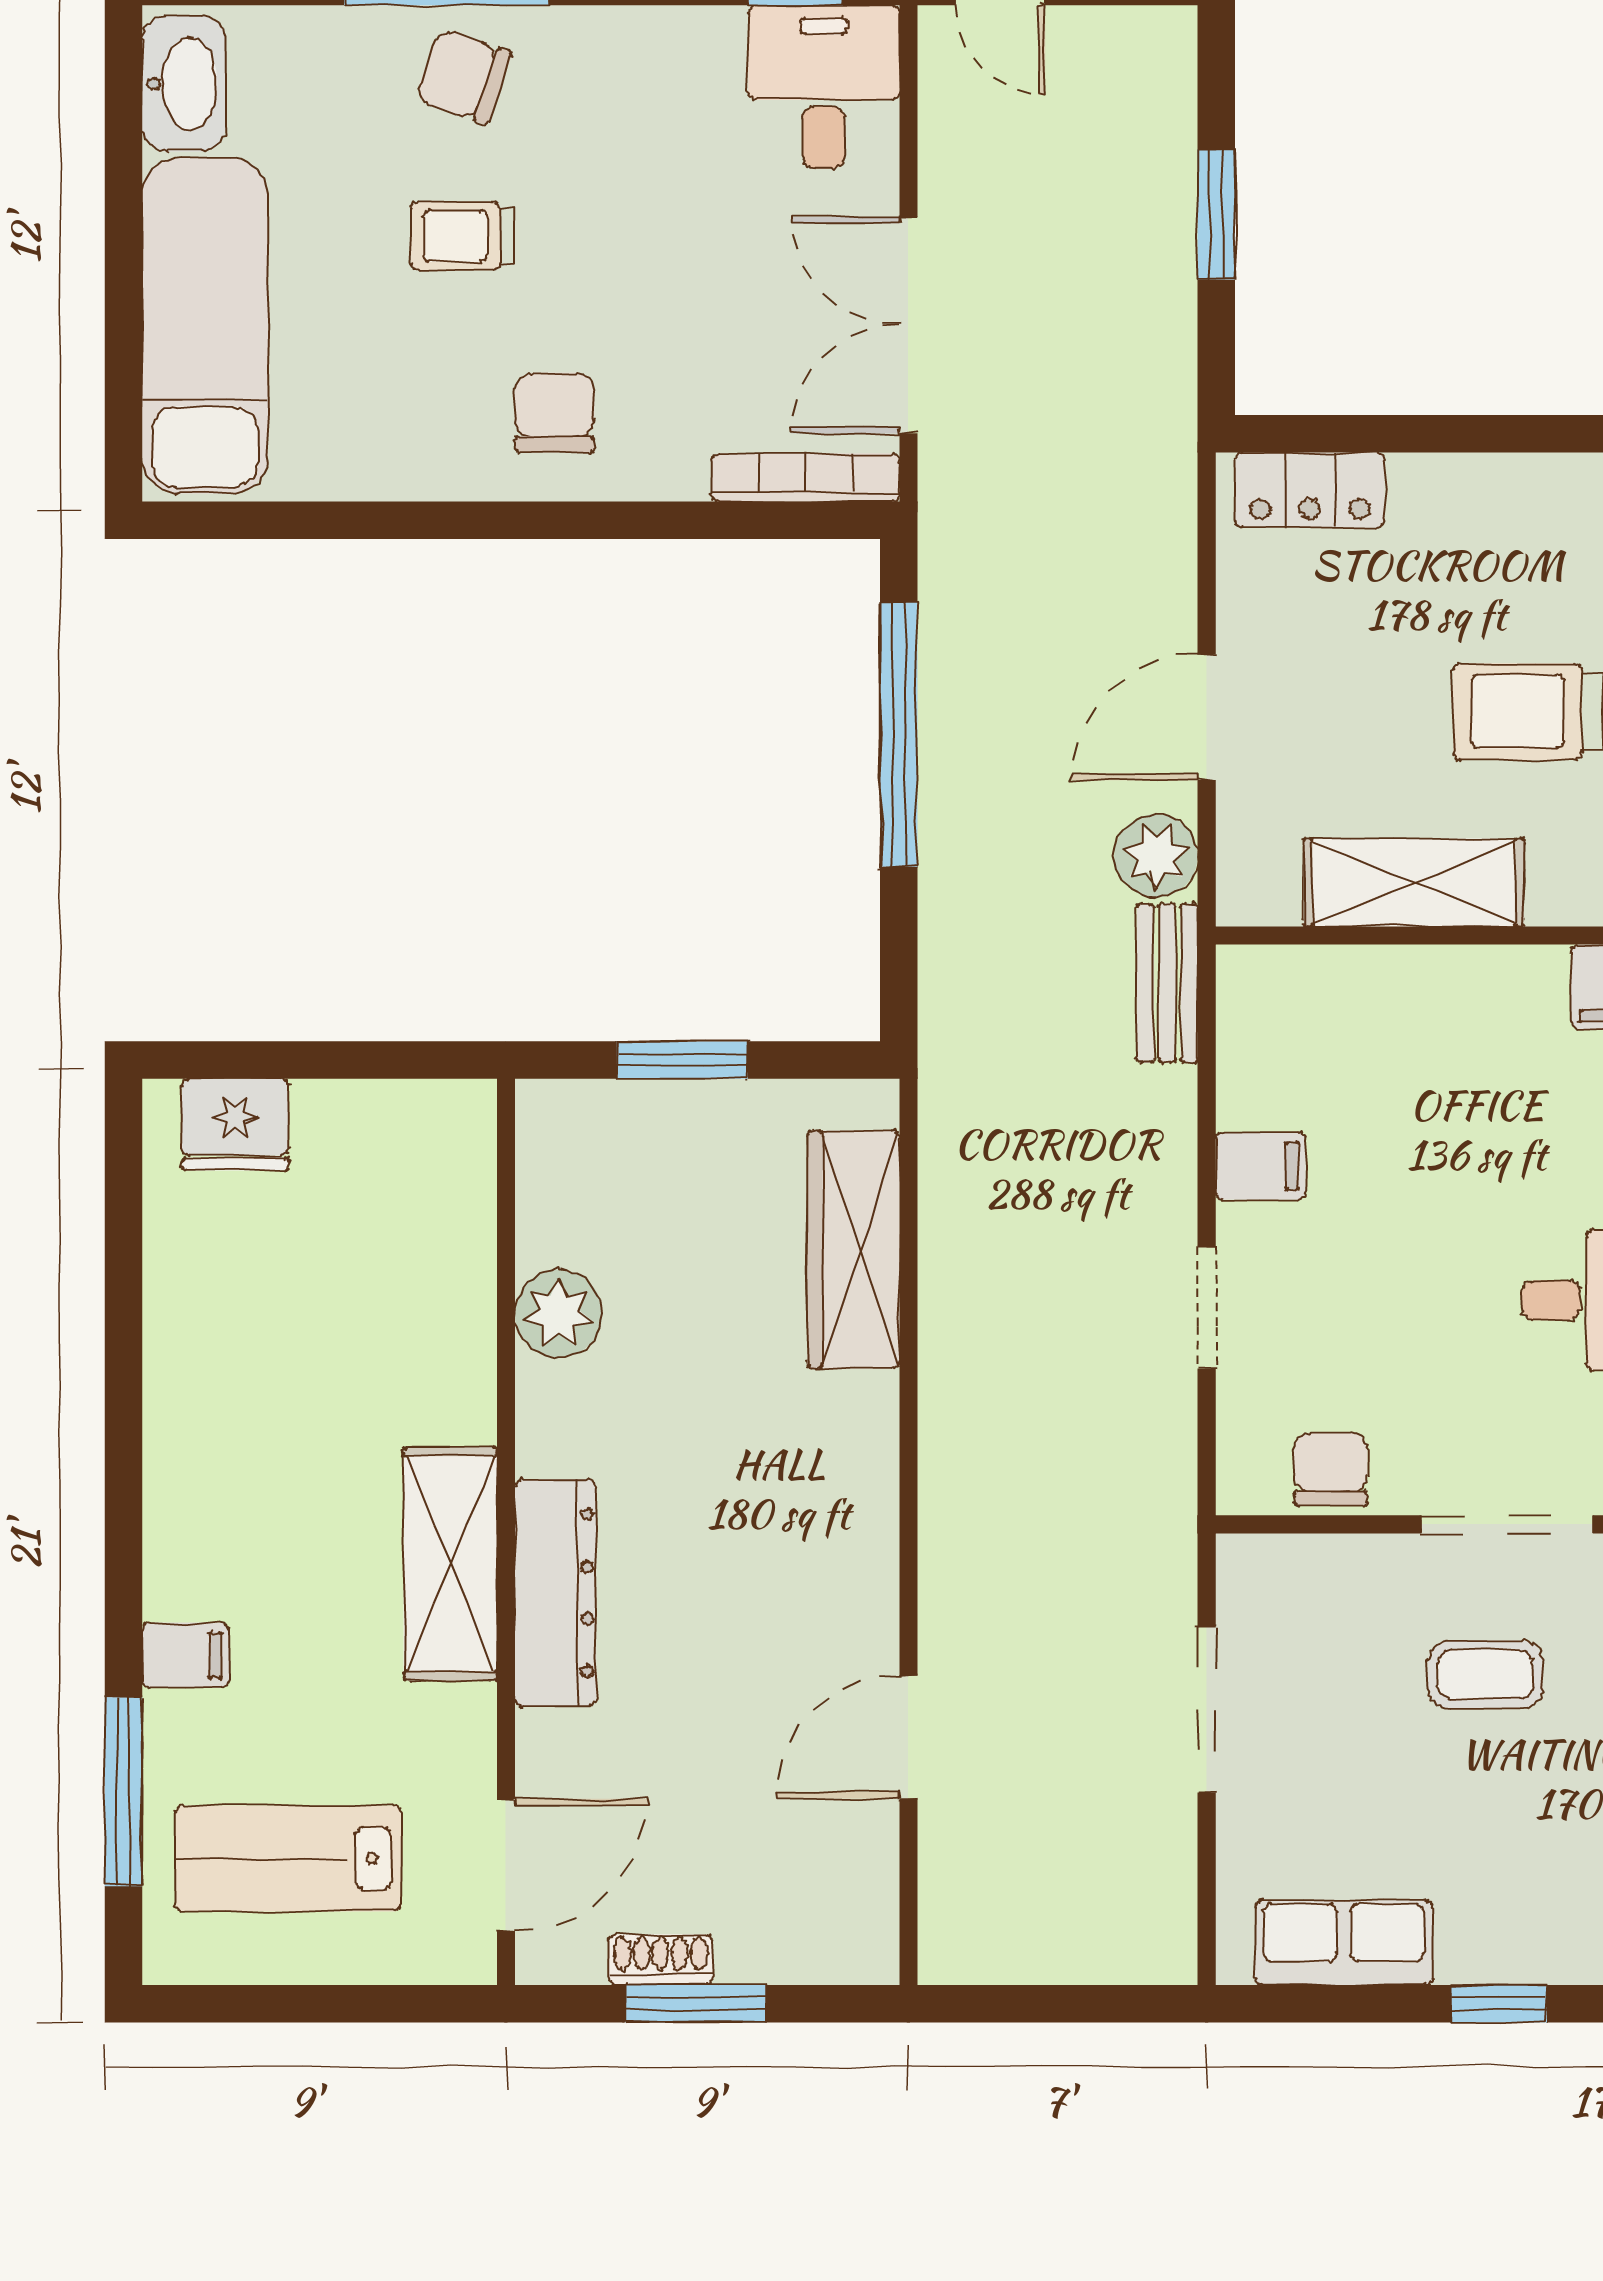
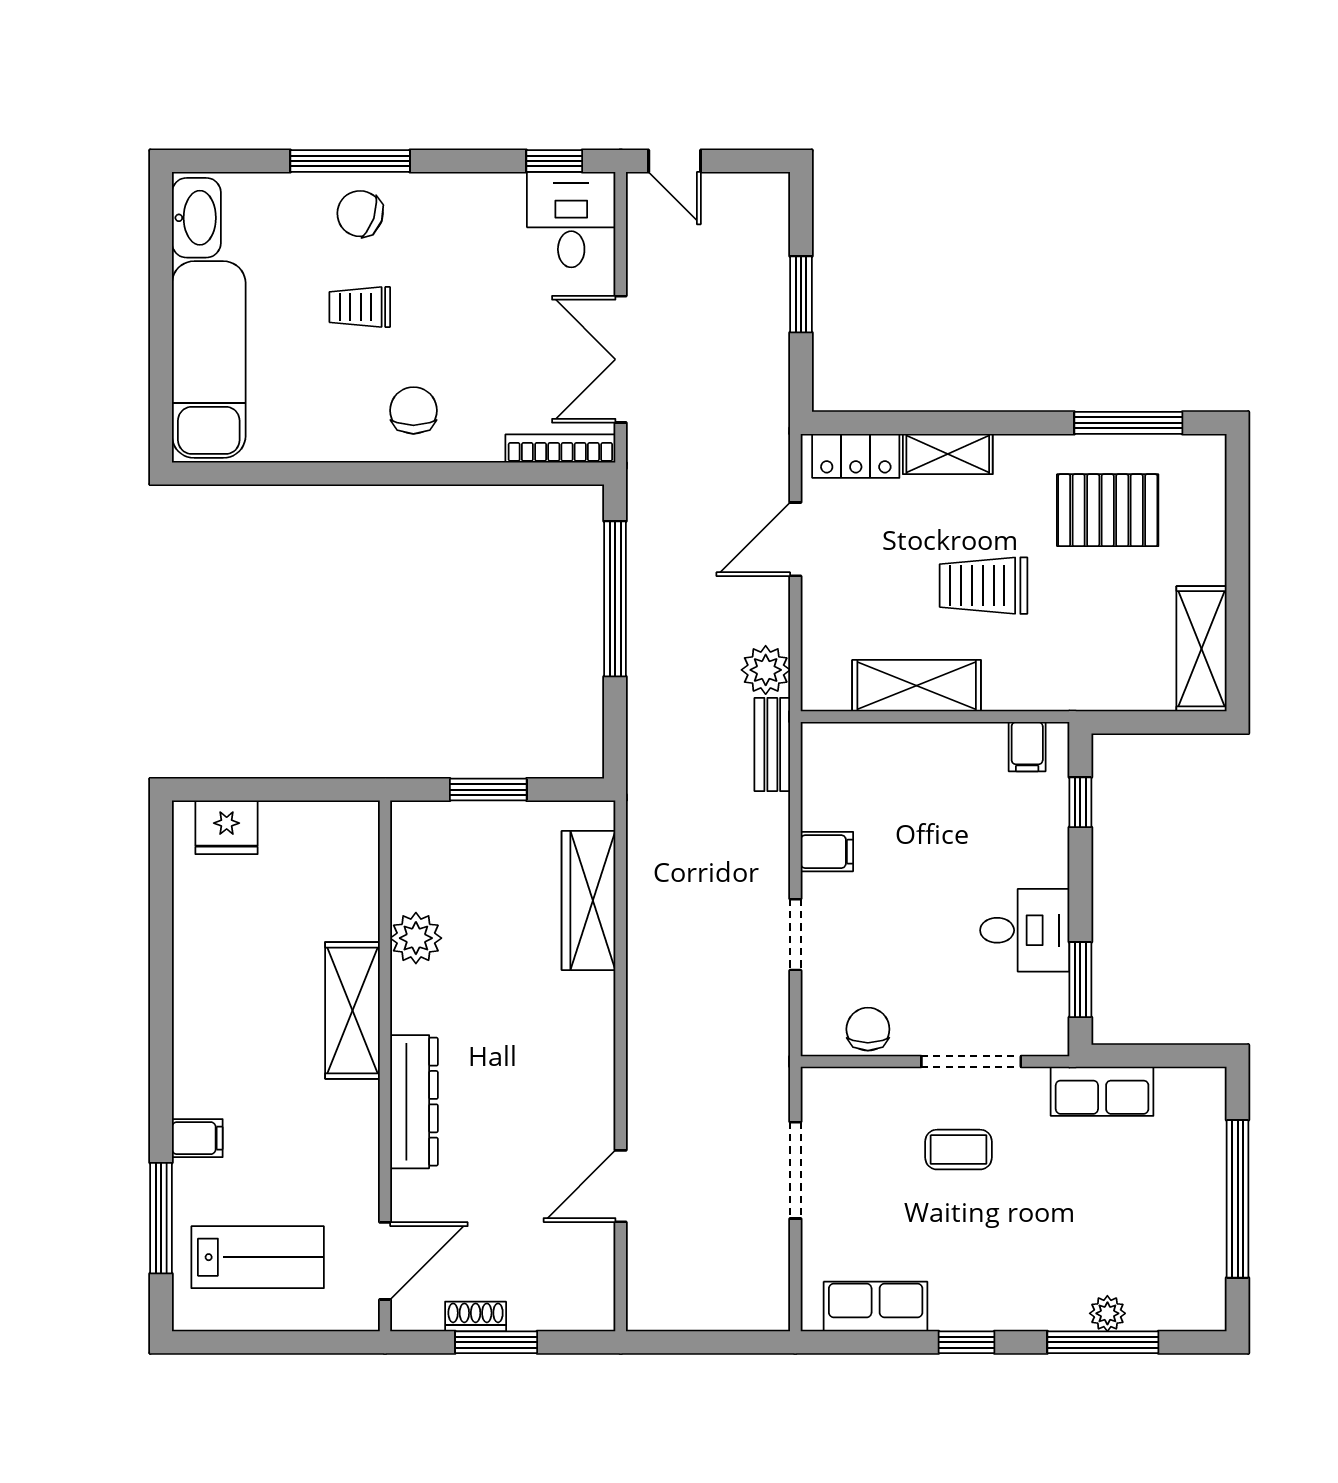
shelving: (1467, 487) -> (948, 454), added
door: (1207, 717) -> (795, 539), moved
shelving: (450, 1564) -> (352, 1010), moved
lab bench: (288, 1858) -> (258, 1257), turned 180

